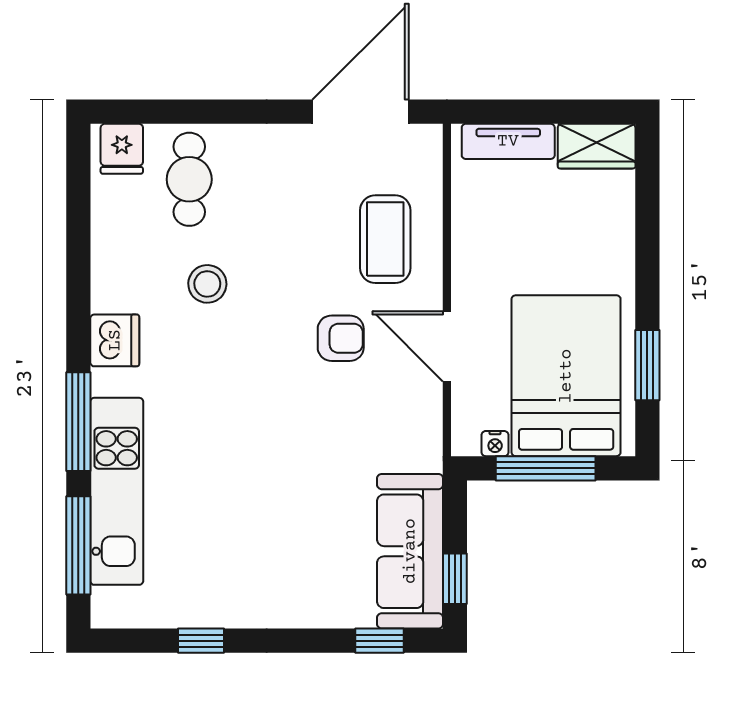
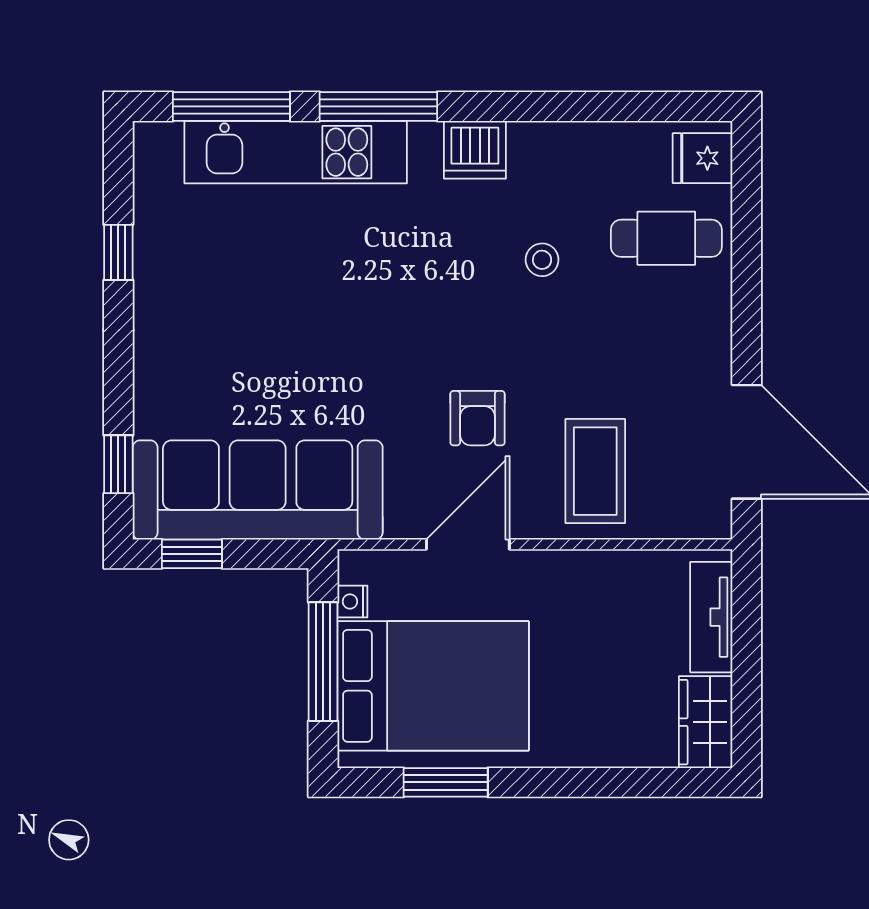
coffee table: (385, 239) -> (595, 471), turned 90
stool: (207, 284) -> (542, 260), width x0.73, depth x0.73
sofa: (410, 551) -> (258, 490), width x1.36, depth x1.27

